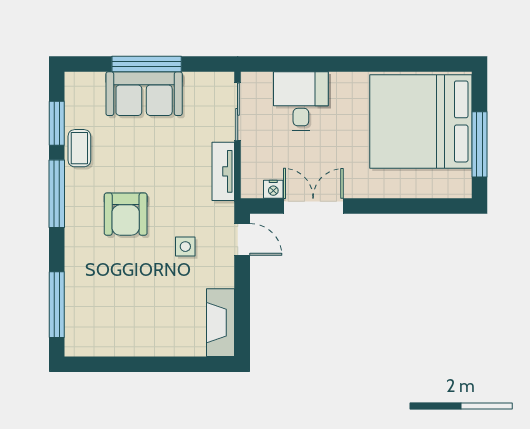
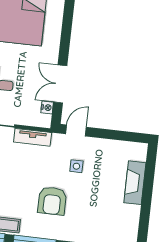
armchair: (126, 214) -> (52, 201), turned 90
fireplace: (221, 323) -> (135, 183), moved, turned 90

